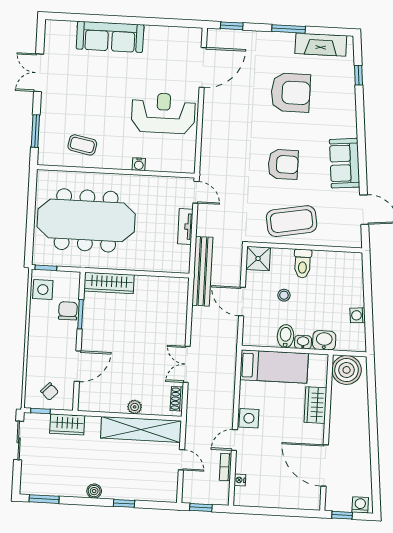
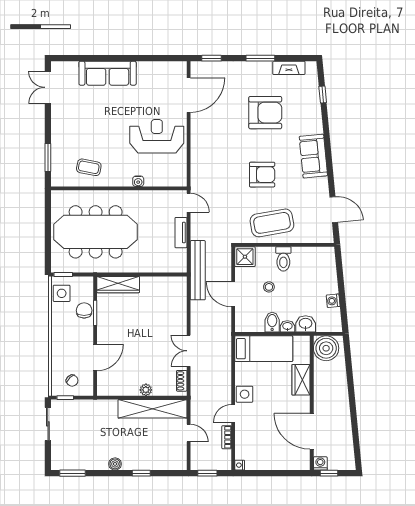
fireplace: (321, 45) -> (289, 68), width x0.73, depth x0.76
double door: (39, 73) -> (48, 87), moved
sofa: (345, 163) -> (313, 156), moved
wardrobe: (67, 424) -> (89, 408), removed
nightstand: (240, 480) -> (240, 465), moved
washing machine: (360, 505) -> (320, 463), moved

